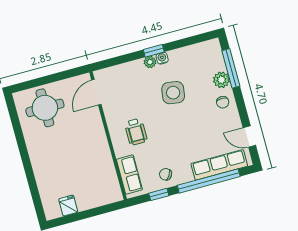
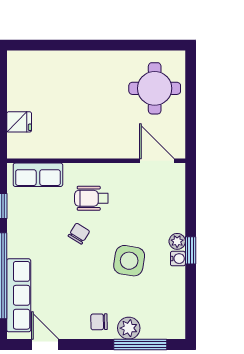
door: (249, 136) -> (45, 345), hinge flipped
chair: (166, 174) -> (79, 234), moved
fridge: (68, 206) -> (19, 122), moved

